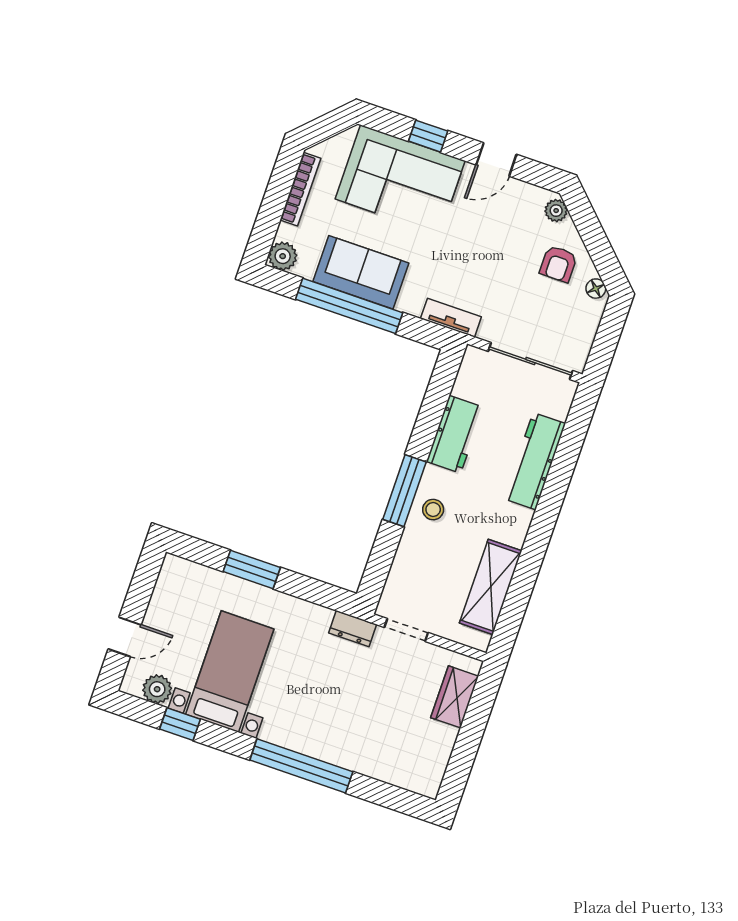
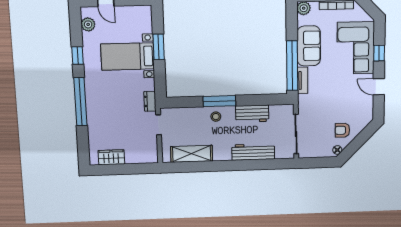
plant: (556, 211) -> (365, 121), removed
window: (349, 306) -> (292, 66), moved
tv unit: (451, 318) -> (303, 80), moved
bed with nightstands: (230, 672) -> (128, 56), moved, turned 180
wardrobe: (455, 697) -> (111, 157), moved
window: (180, 724) -> (78, 56), moved

